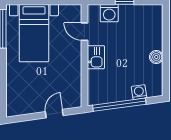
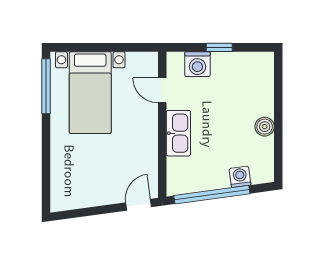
kitchen sink: (96, 57) -> (178, 133), width x1.38
door: (54, 114) -> (139, 205), moved

